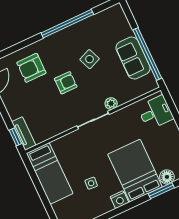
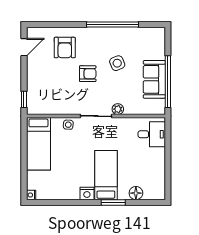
armchair: (31, 68) -> (65, 48), turned -90
tv unit: (24, 134) -> (32, 100), removed
bed: (135, 171) -> (106, 175), width x0.67
side table: (91, 183) -> (68, 125), moved
window: (161, 191) -> (113, 202), moved

